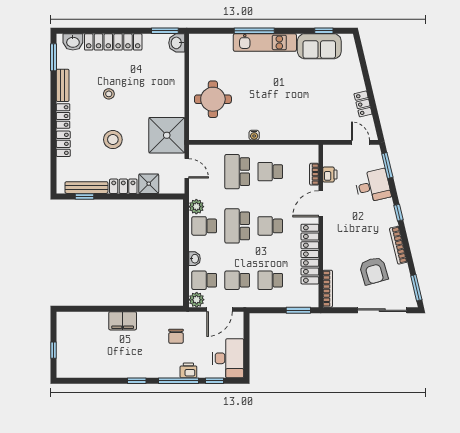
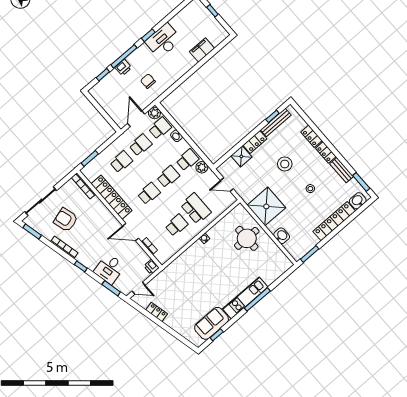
washbasin: (177, 43) -> (282, 236), moved
shower: (167, 135) -> (266, 206), moved
printer: (330, 175) -> (151, 267), moved
door: (321, 204) -> (131, 232), swing flipped
school desk: (237, 226) -> (168, 177), width x0.54
filing cabinet: (123, 321) -> (202, 50), moved
desk: (228, 358) -> (163, 41), moved, turned 90

